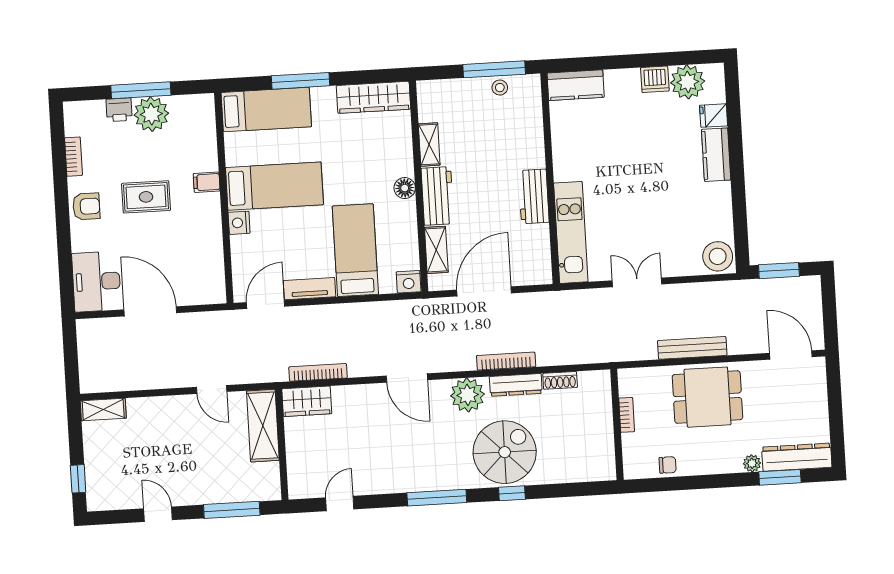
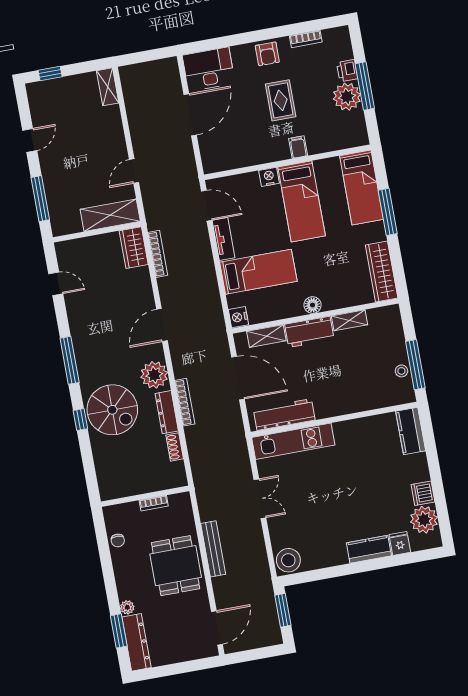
workbench: (534, 196) -> (284, 415), moved, width x1.38

